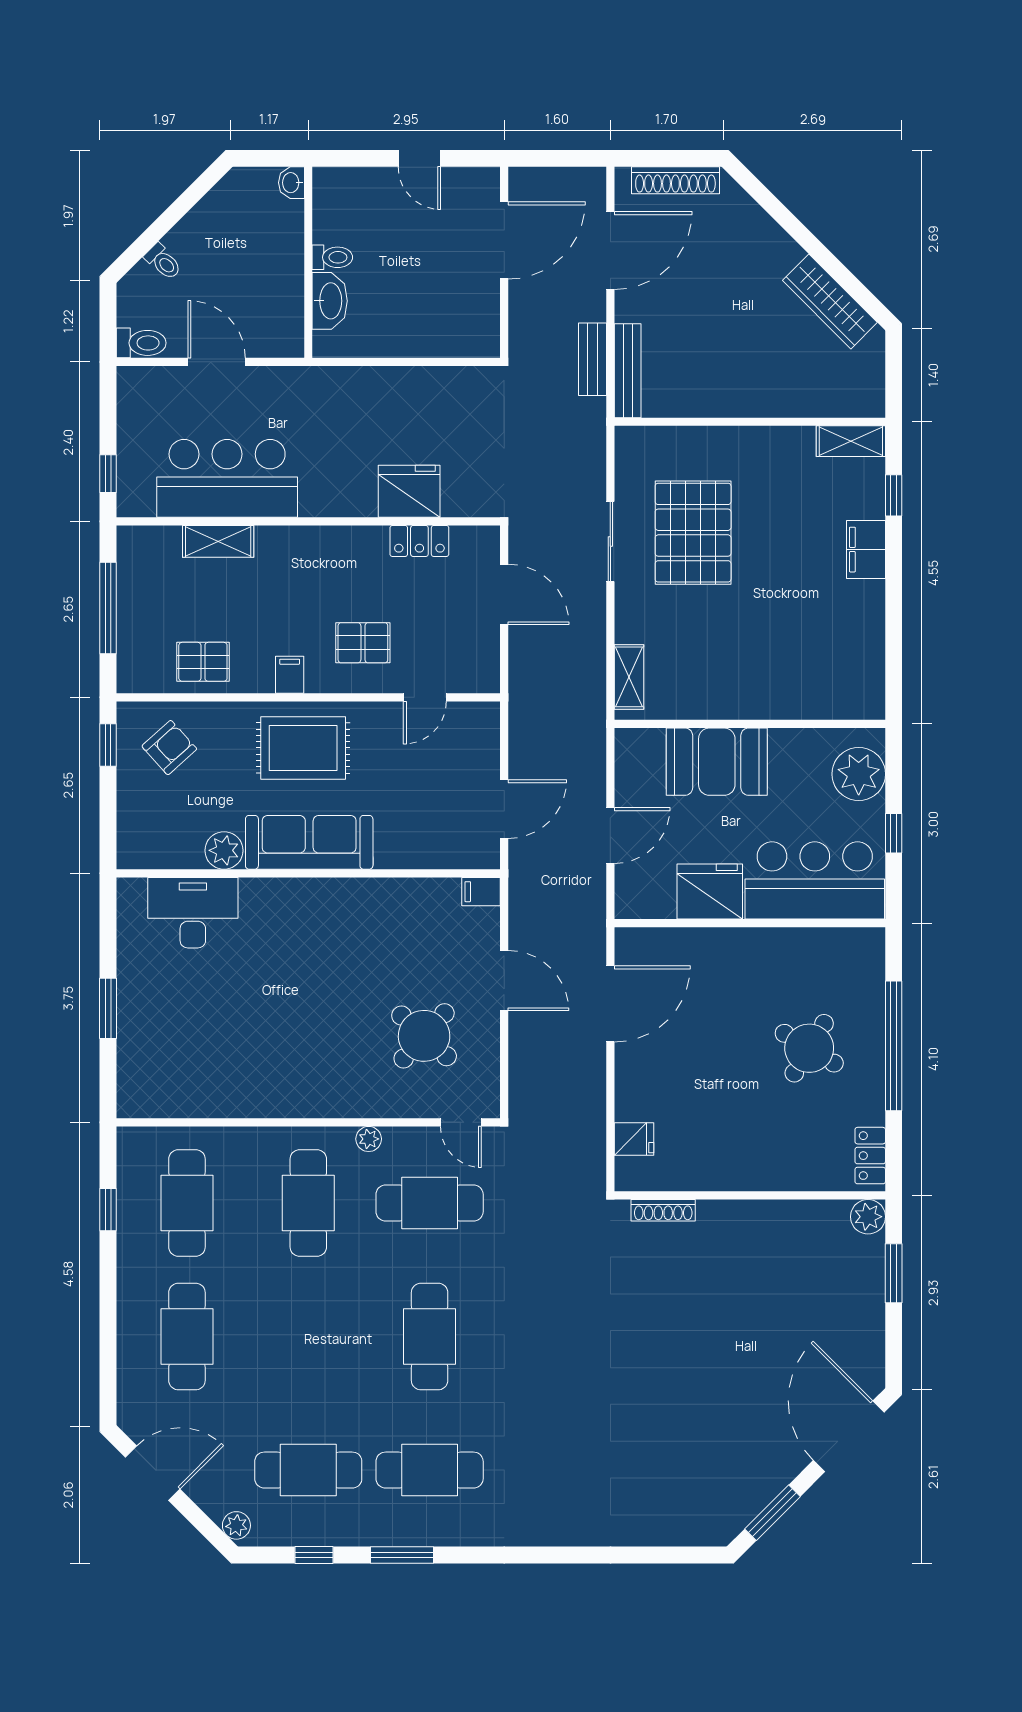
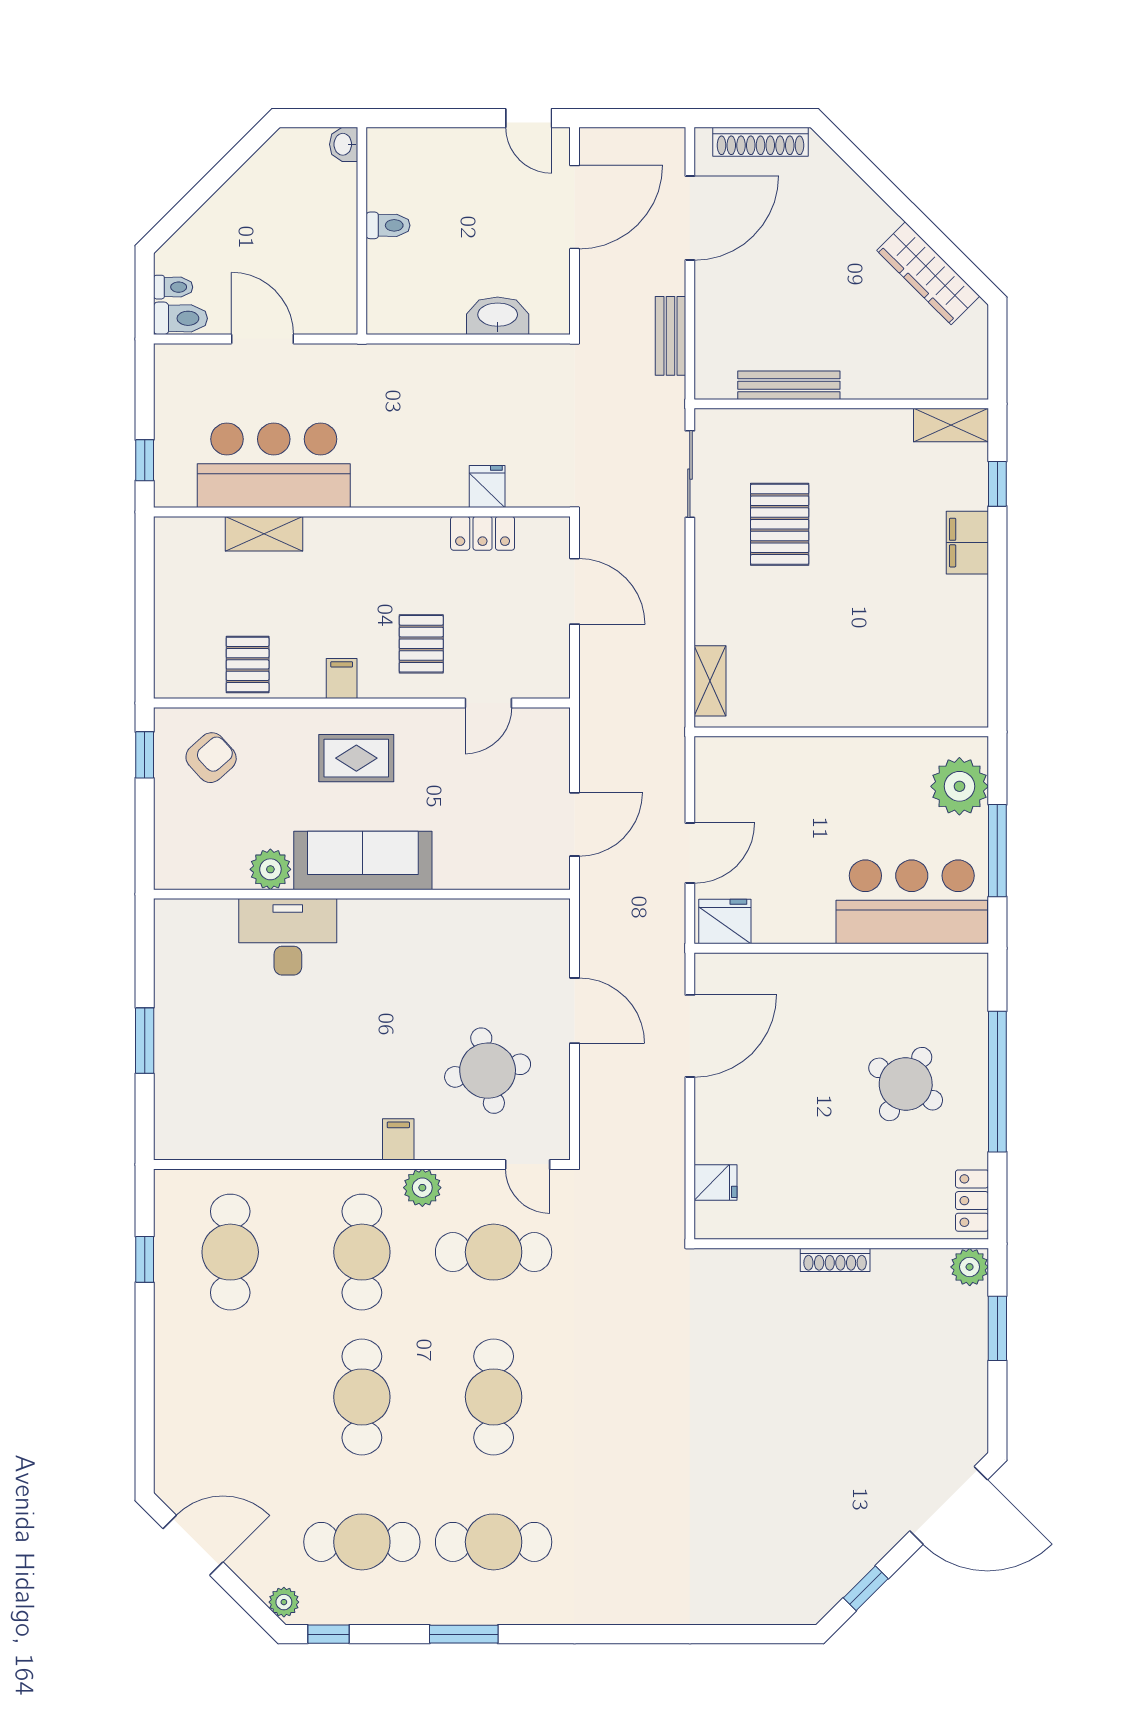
door: (419, 158) -> (529, 118), moved
toilet: (163, 262) -> (173, 287), moved, turned -45
washbasin: (330, 301) -> (498, 316), moved, turned -90
bench: (628, 371) -> (789, 385), moved, turned 90
fridge: (409, 491) -> (487, 487), width x0.53, depth x0.75
pallet: (693, 533) -> (780, 524), width x0.73, depth x0.71
sliding door: (610, 541) -> (690, 474), moved
window: (108, 608) -> (145, 606), removed
pallet: (363, 643) -> (421, 644), turned 90
pallet: (203, 662) -> (248, 664), turned 90
rug: (303, 748) -> (356, 758), width x0.73, depth x0.70
booth: (717, 762) -> (805, 773), removed
window: (894, 833) -> (997, 851), width x2.17
filing cabinet: (481, 892) -> (398, 1139), moved, turned 90
fridge: (710, 892) -> (725, 921), moved, width x0.73, depth x0.75
desk: (193, 913) -> (288, 937), moved
round table: (424, 1036) -> (488, 1071), turned 37
plant: (369, 1139) -> (422, 1188), width x1.38, depth x1.38
shoe rack: (663, 1210) -> (835, 1260), moved
cafe table: (187, 1337) -> (362, 1397), moved
door: (849, 1436) -> (949, 1505), swing flipped
window: (772, 1513) -> (866, 1588), width x0.67
window: (314, 1555) -> (328, 1634), moved

